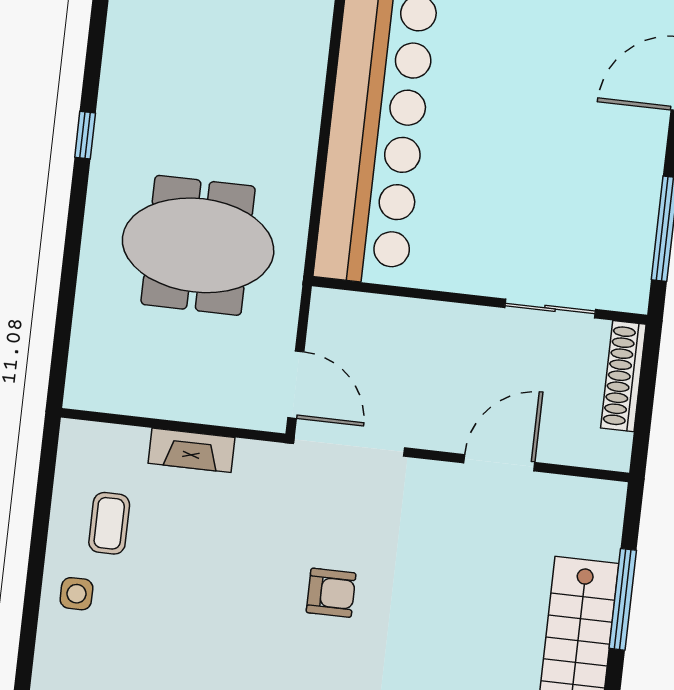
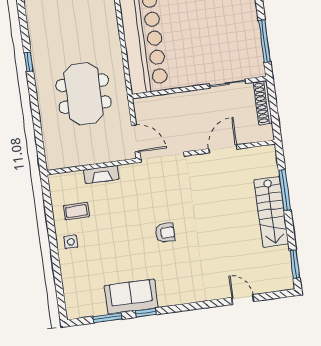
meeting table: (198, 245) -> (84, 94), turned 90
coffee table: (109, 523) -> (76, 211), turned 90
armchair: (331, 593) -> (165, 233), moved

